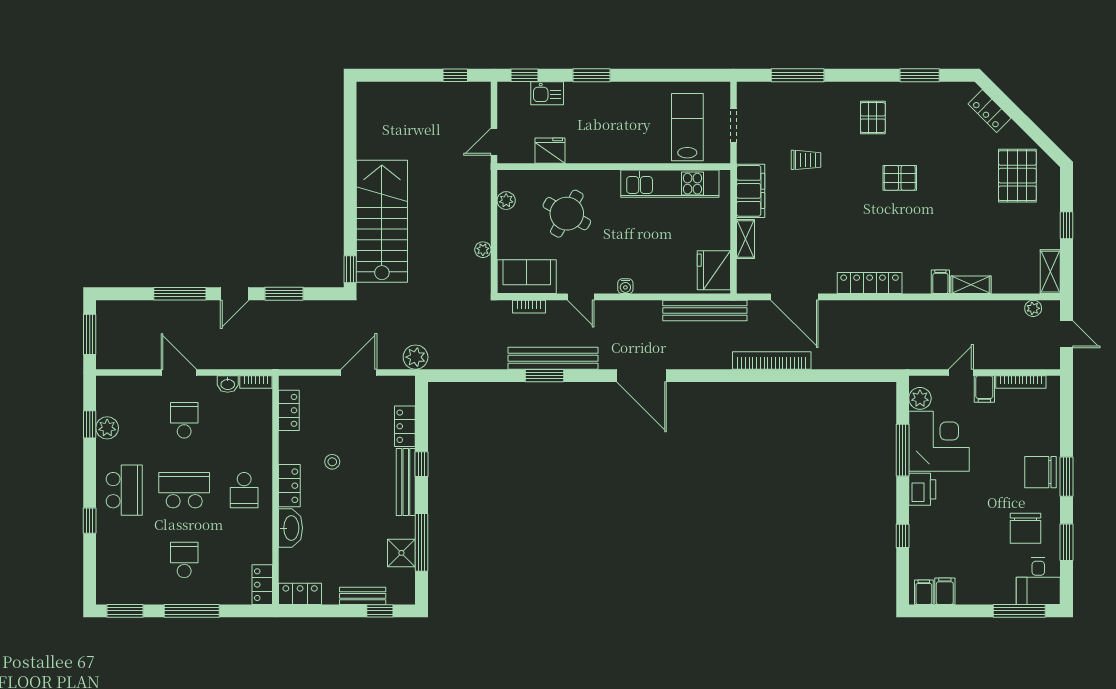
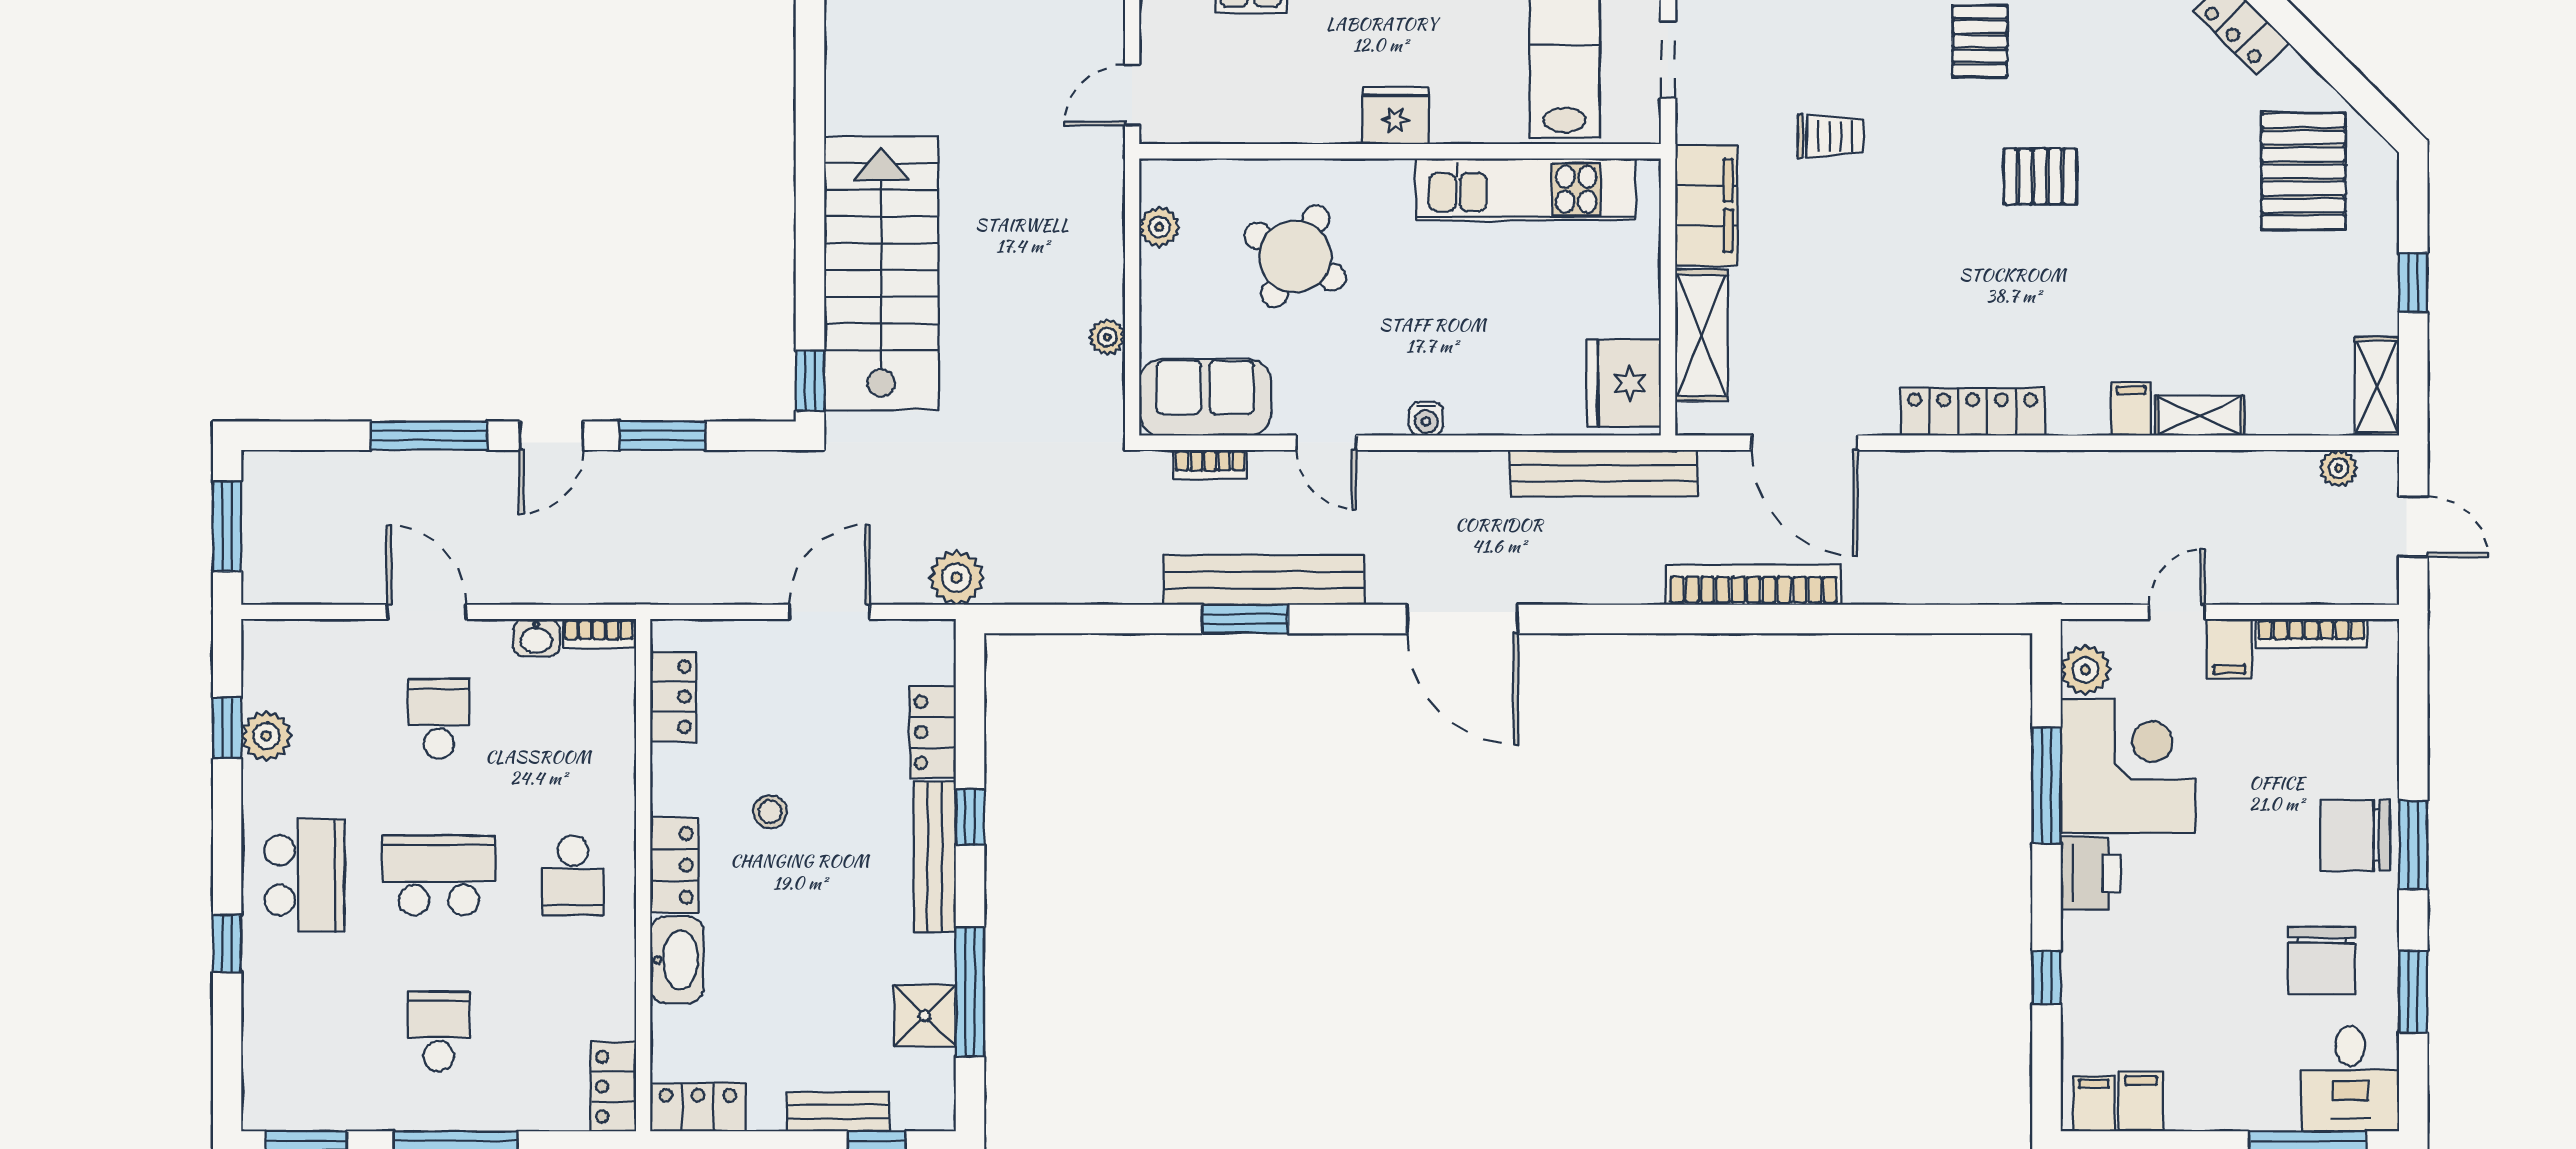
fridge: (550, 151) -> (1395, 116), moved
shelving: (745, 239) -> (1701, 335), width x1.50, depth x1.33

